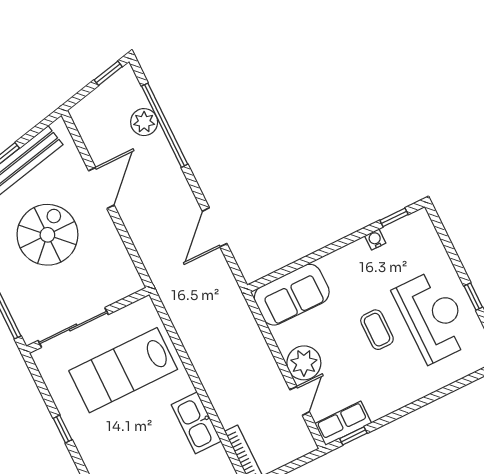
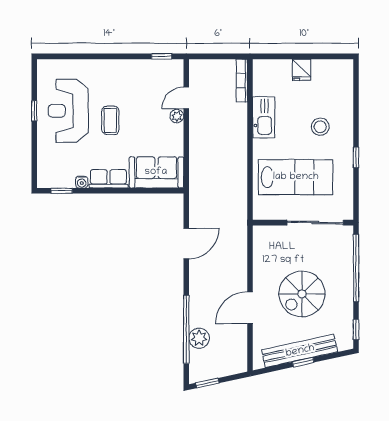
plant: (304, 363) -> (177, 116), width x0.53, depth x0.53
row of seats: (343, 423) -> (108, 179), moved, turned 180
stool: (123, 445) -> (320, 127), added

